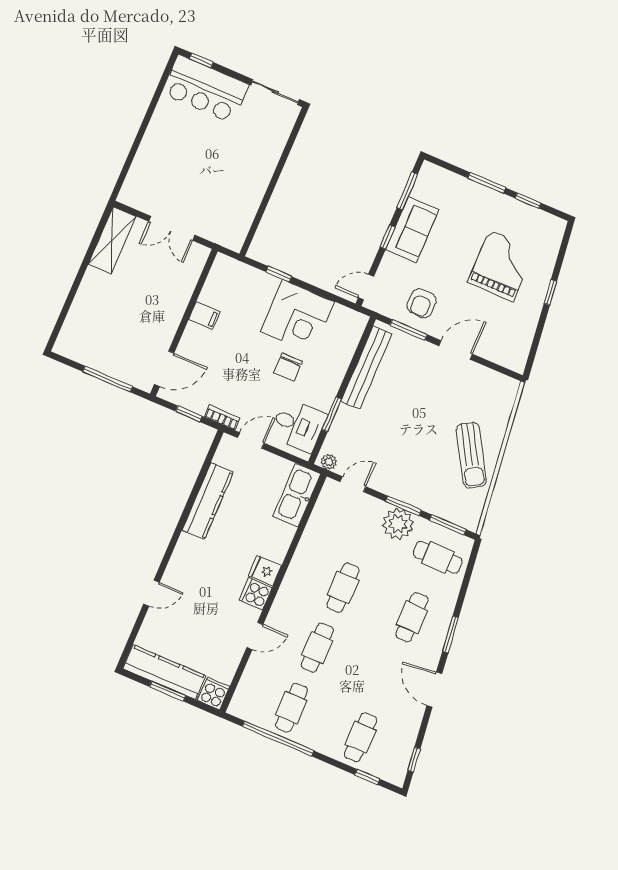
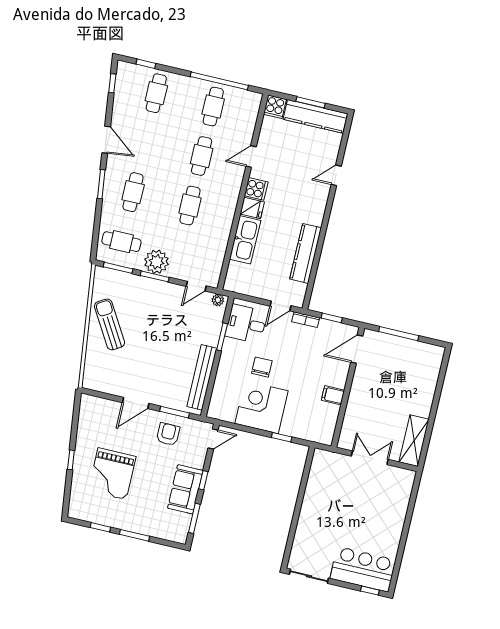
kitchen sink: (297, 495) -> (245, 240), moved

